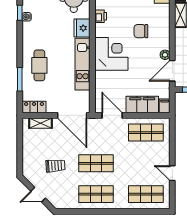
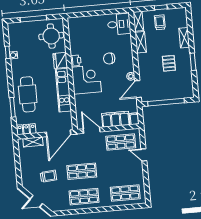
printer: (101, 16) -> (76, 61), moved
cafe table: (39, 65) -> (28, 94), width x1.37, depth x1.35
door: (72, 115) -> (59, 133), hinge flipped
door: (172, 173) -> (144, 155), moved

